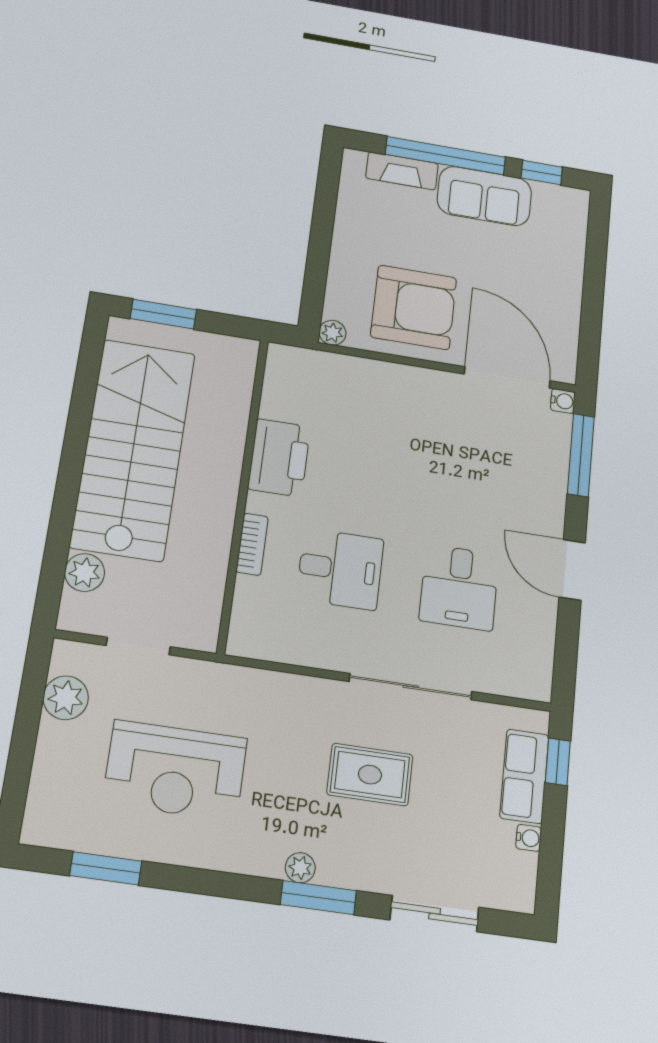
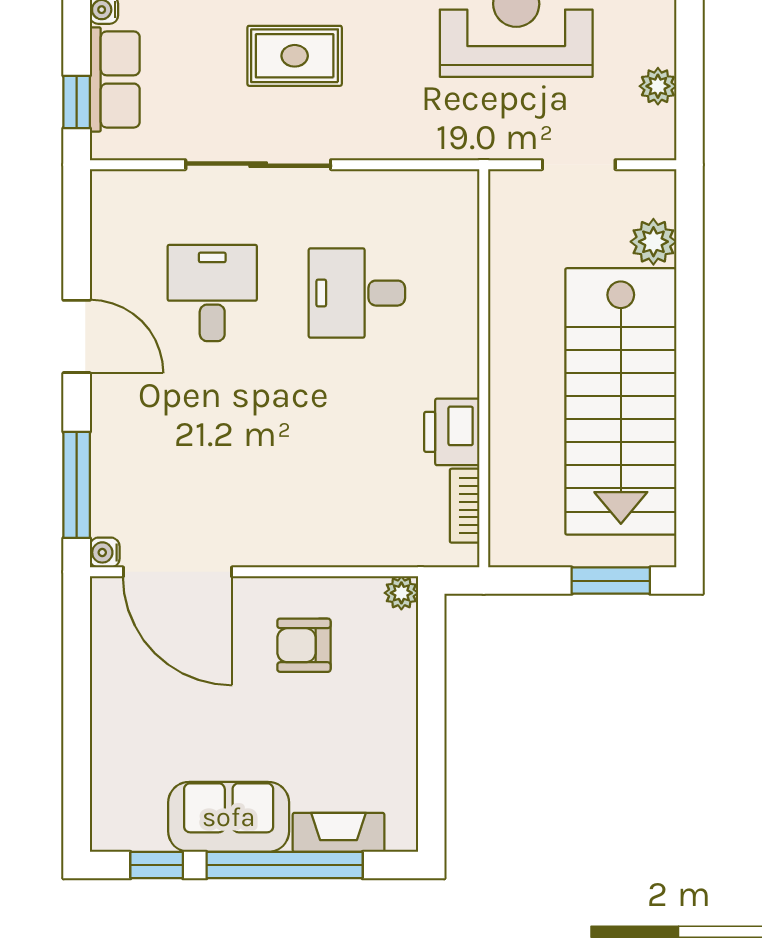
armchair: (414, 307) -> (304, 645), width x0.53, depth x0.53
printer: (279, 458) -> (452, 432), width x0.73, depth x0.84
bookcase: (252, 544) -> (465, 506), moved
plant: (66, 698) -> (658, 86), width x0.73, depth x0.73

